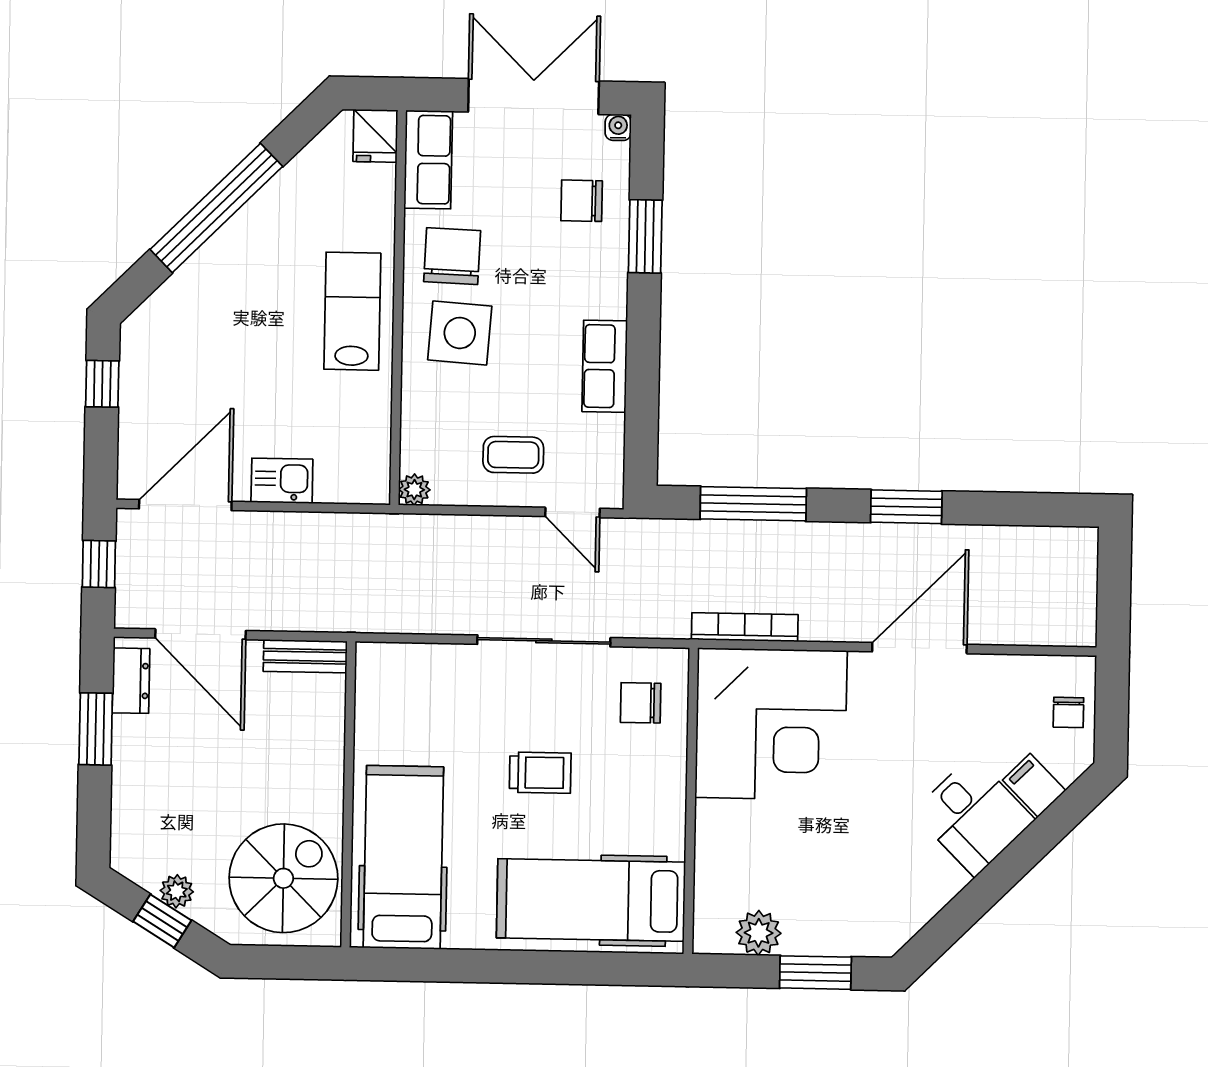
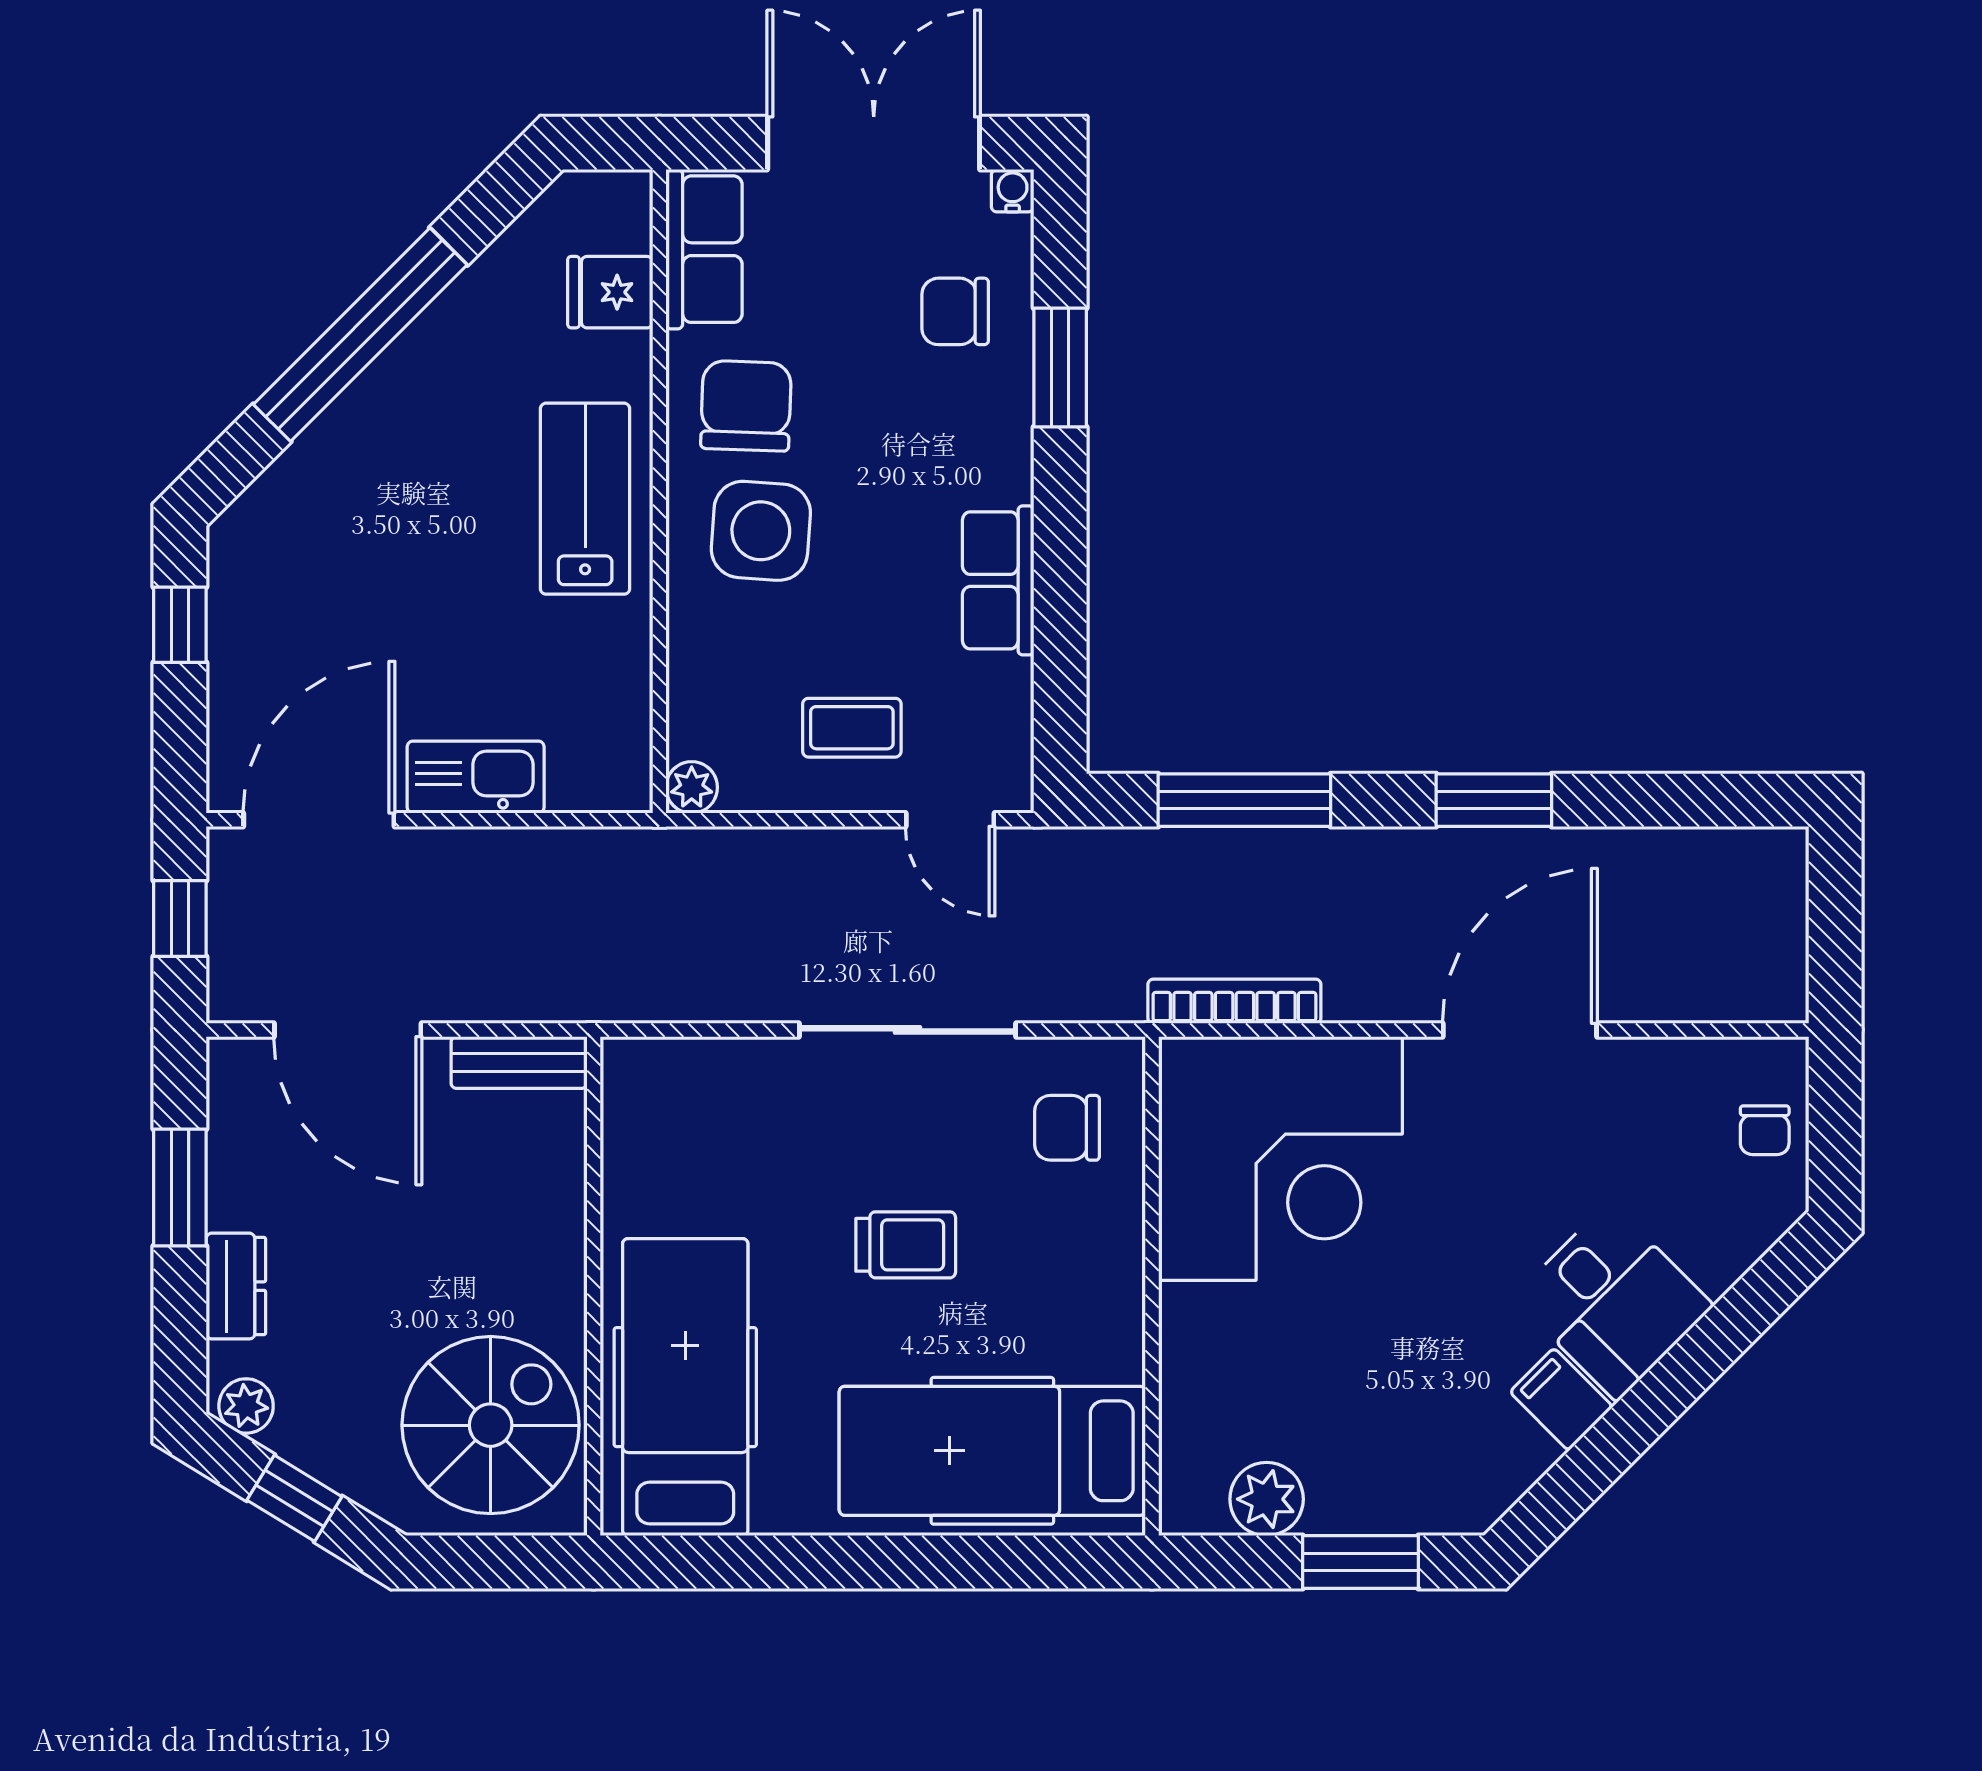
fridge: (375, 136) -> (610, 292), moved, turned 90
kitchen sink: (282, 481) -> (476, 777), width x1.38
dresser: (131, 681) -> (236, 1286), moved
filing cabinet: (1034, 785) -> (1561, 1399), moved
plant: (177, 891) -> (246, 1406), moved

